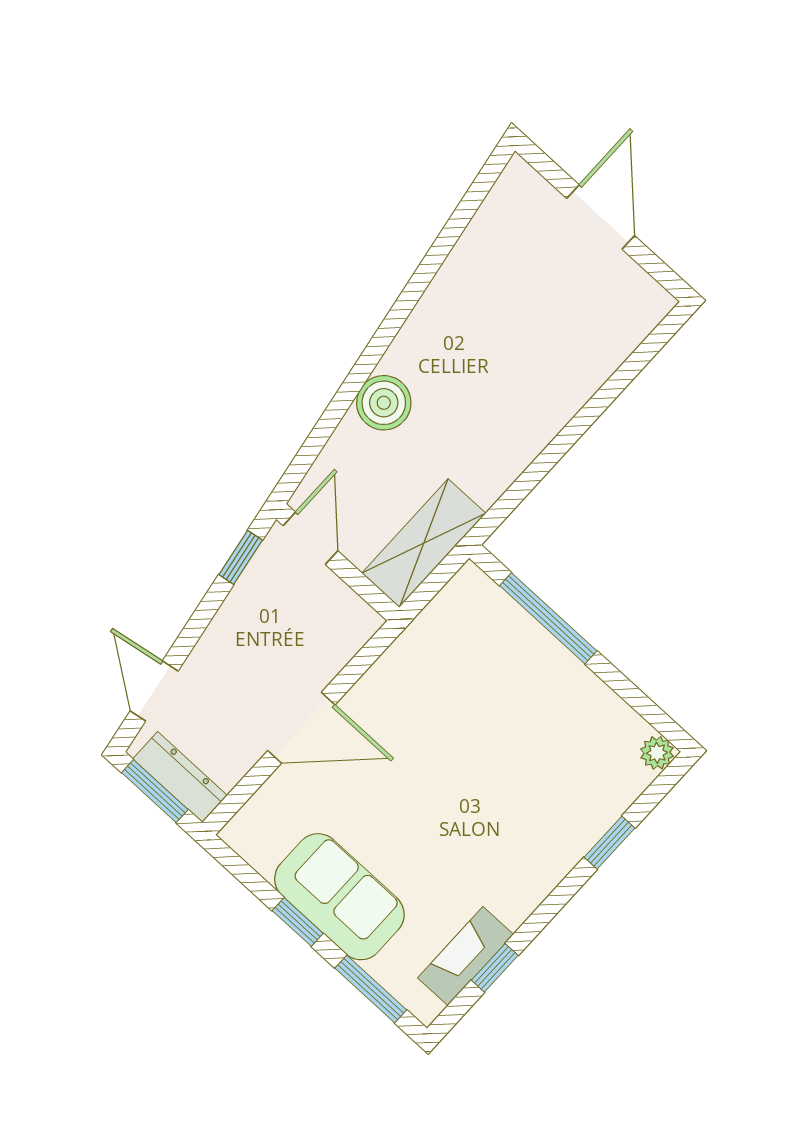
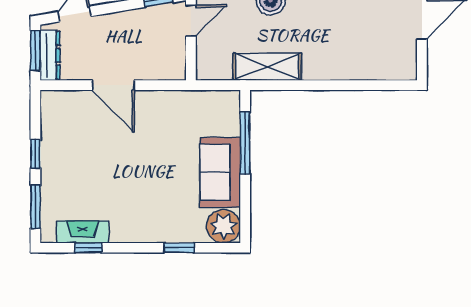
shelving: (424, 543) -> (267, 67), moved
plant: (657, 753) -> (224, 226), width x1.88, depth x1.88
sofa: (339, 897) -> (220, 172), moved, turned 180

